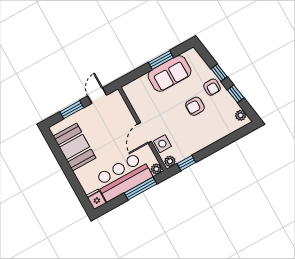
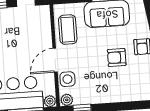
coffee table: (143, 102) -> (68, 30), added

